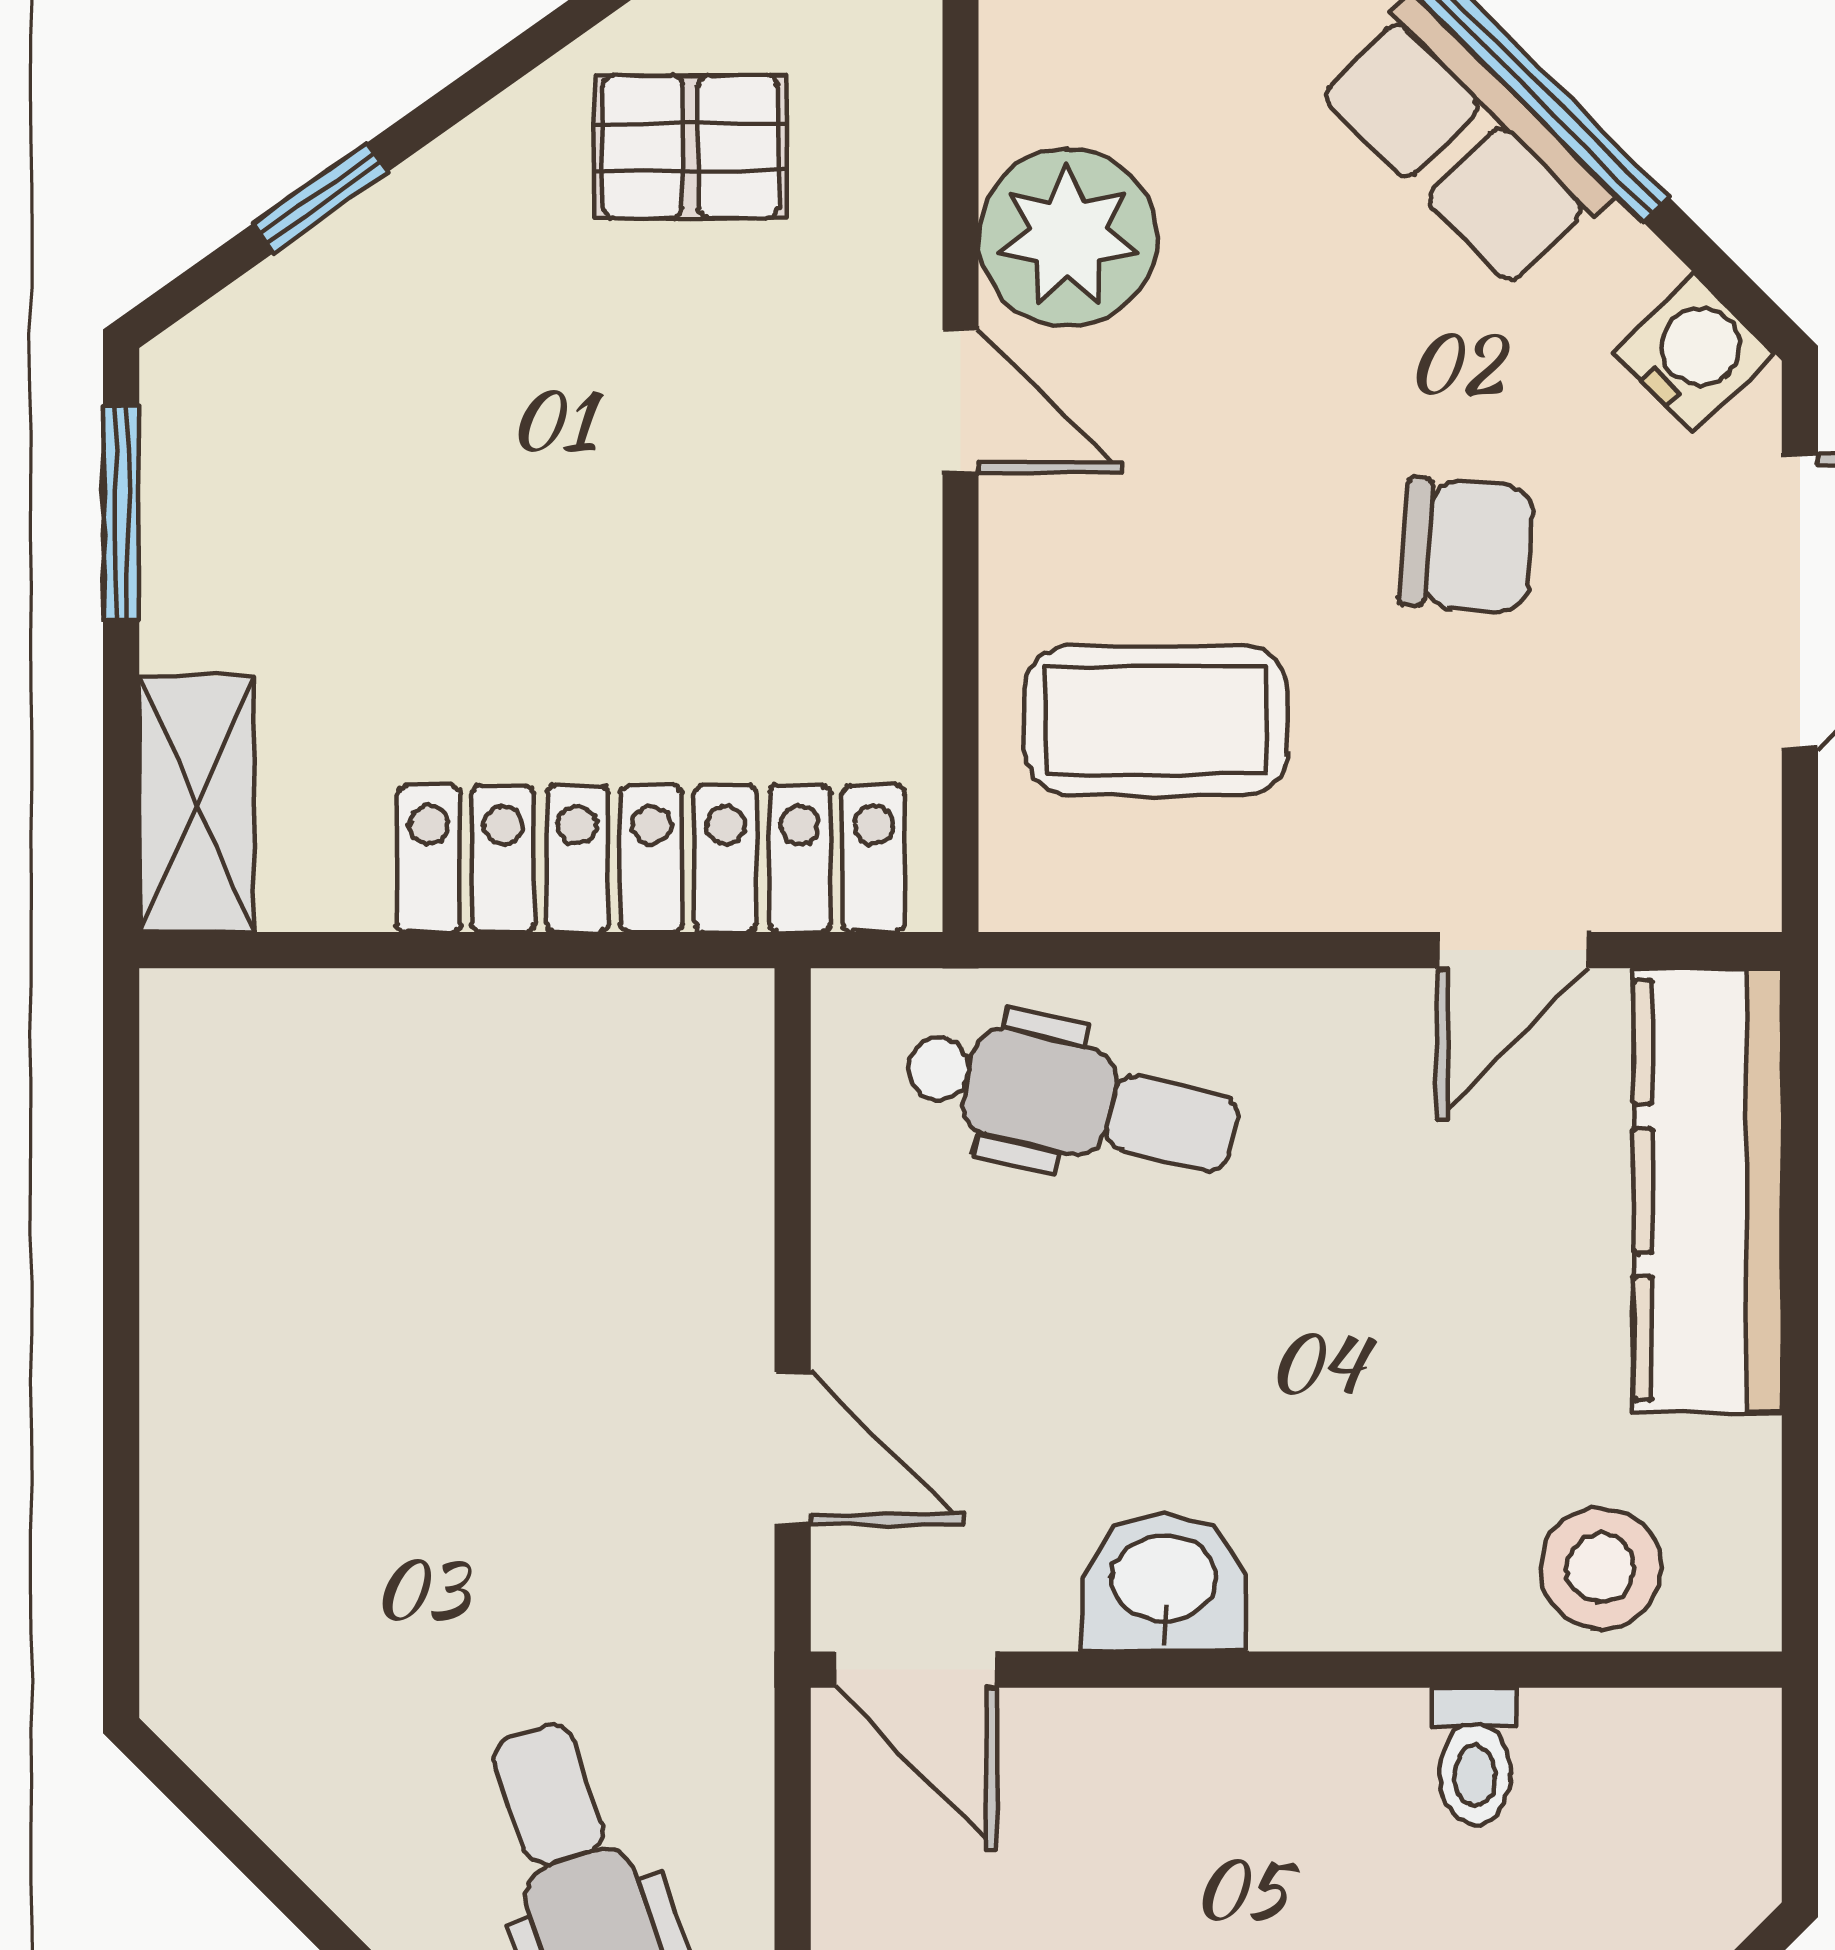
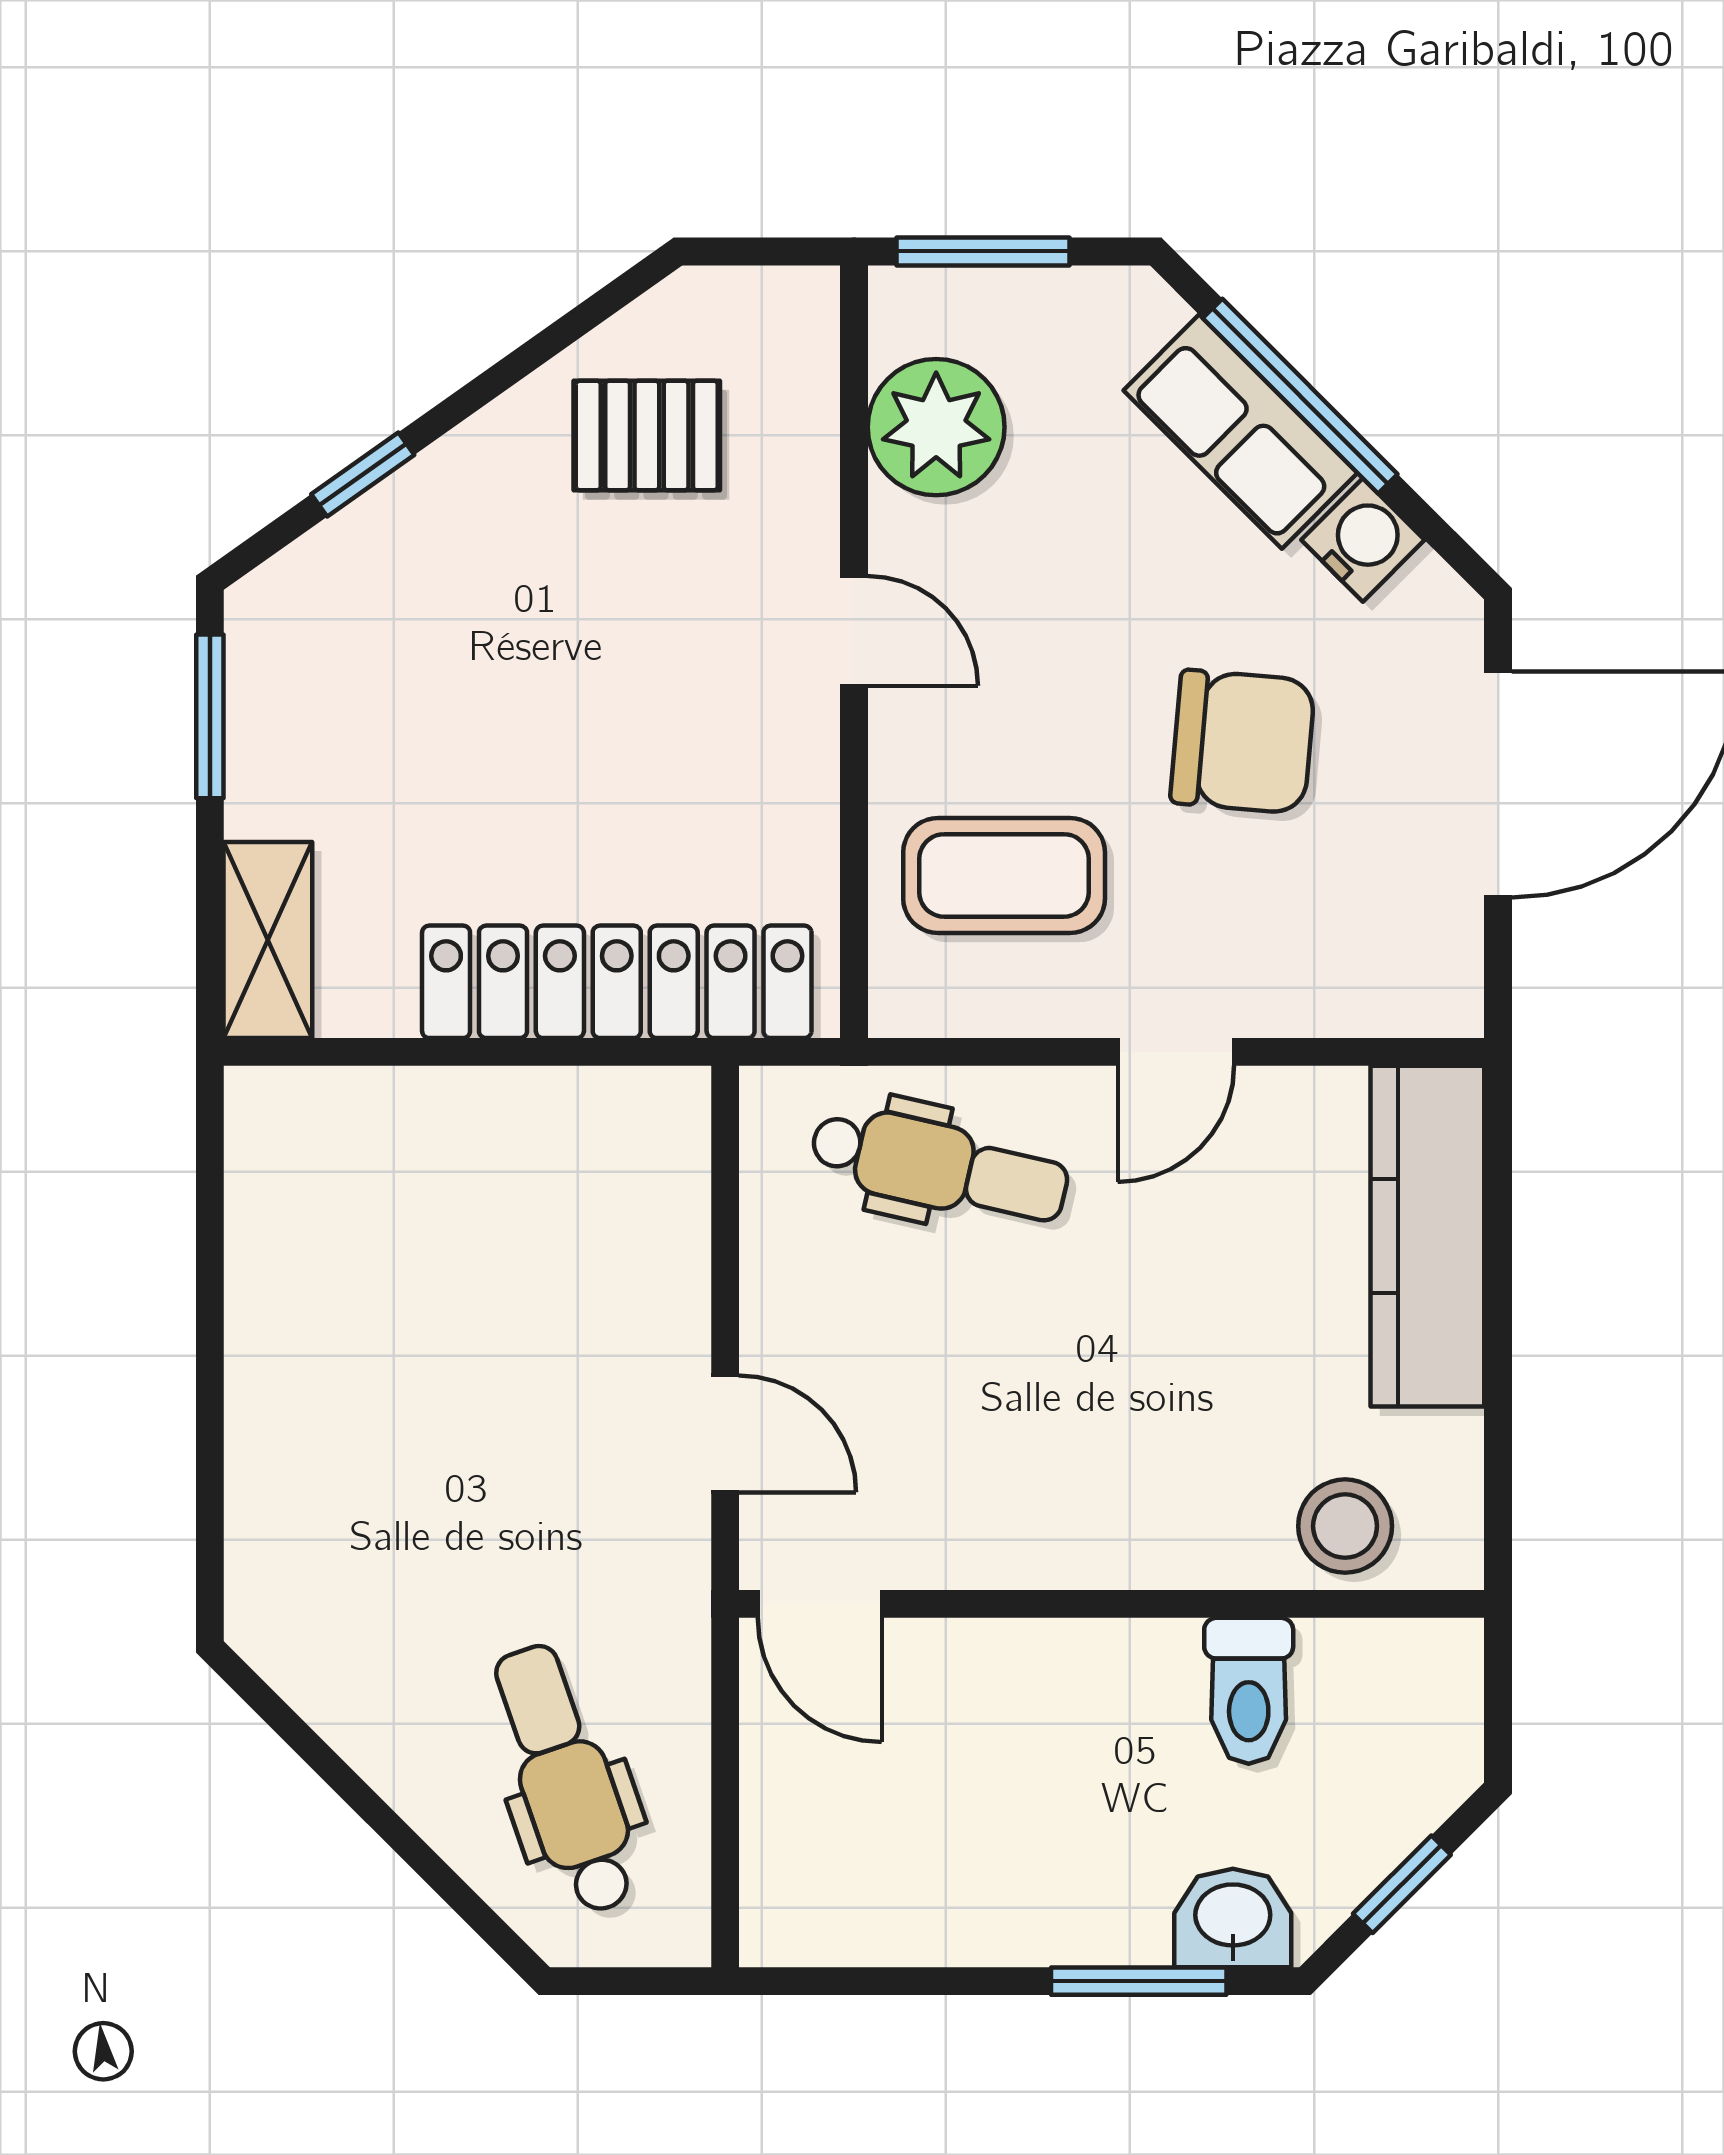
plant: (1068, 237) -> (936, 427), moved
water cooler: (1694, 353) -> (1363, 540), moved
chair: (1467, 546) -> (1243, 742), width x1.37, depth x1.37
door: (1512, 950) -> (1176, 1052), moved
washbasin: (1164, 1582) -> (1010, 1537), removed
toilet: (1475, 1756) -> (1249, 1691), width x1.37, depth x1.39

